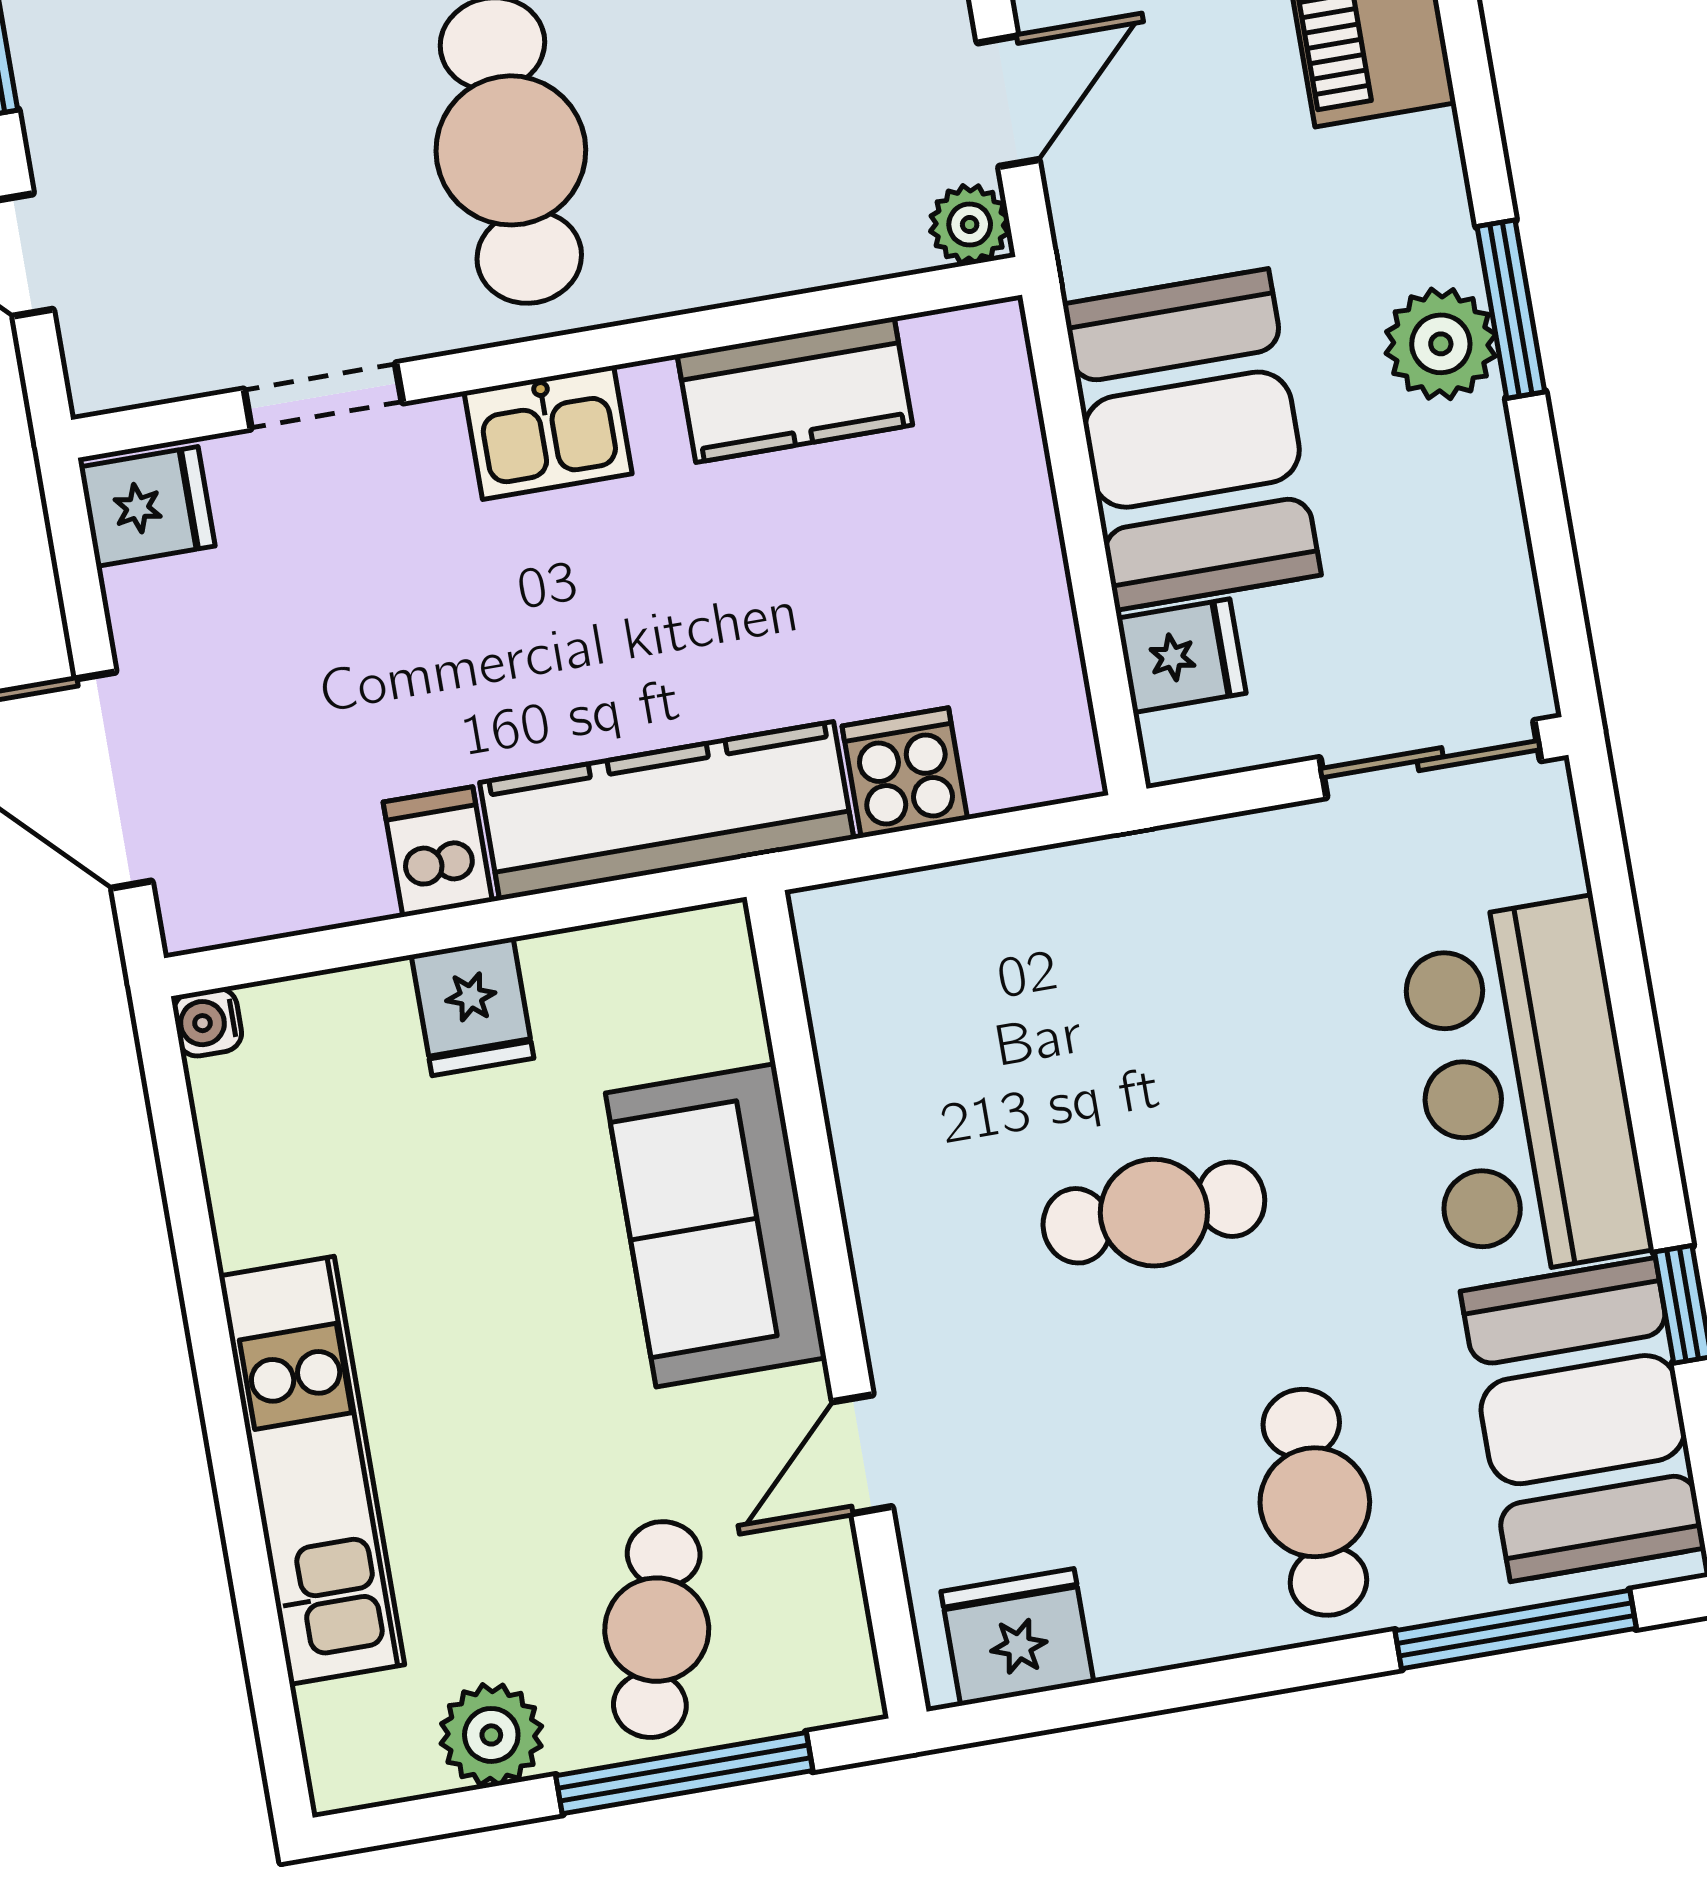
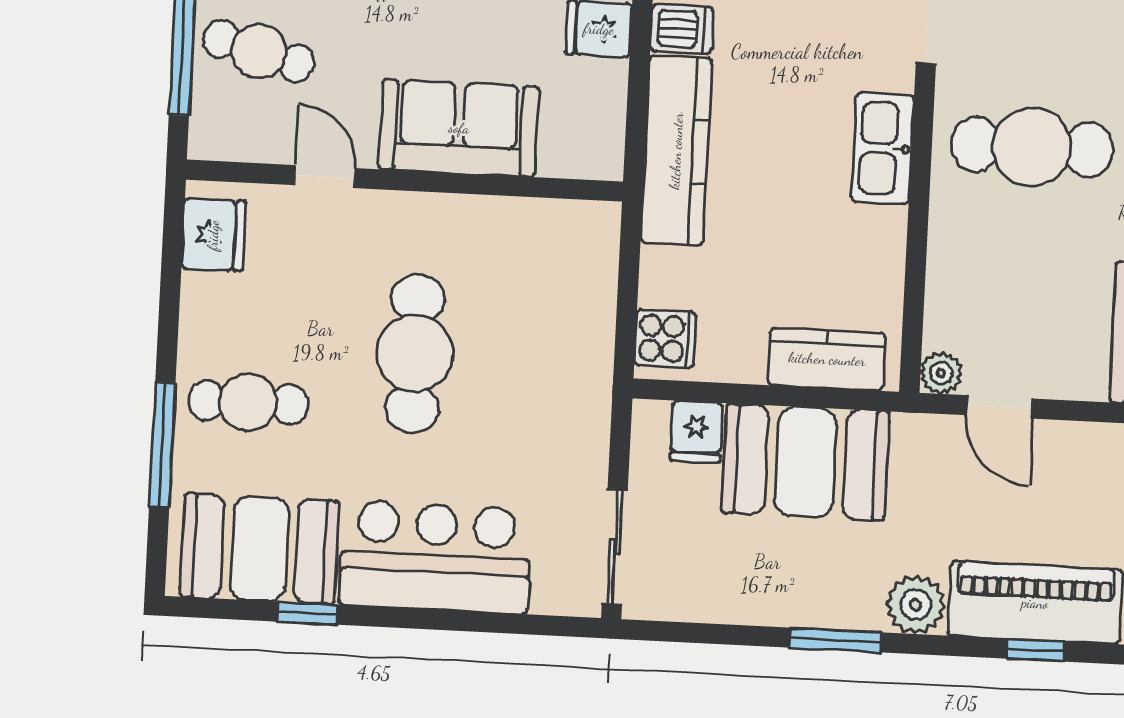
plant: (1441, 344) -> (916, 605), moved
kitchen counter: (795, 390) -> (827, 359), moved, turned 90
kitchen sink: (548, 432) -> (883, 148), width x1.38
cooker: (905, 773) -> (665, 339), moved
cafe table: (1154, 1213) -> (415, 353), width x1.37, depth x1.35
window: (1516, 1630) -> (162, 444), moved

